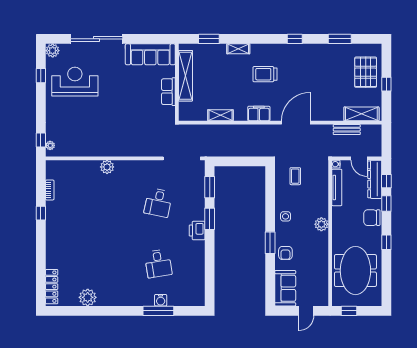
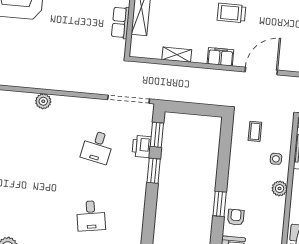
side table: (286, 216) -> (276, 159), moved
printer: (197, 231) -> (142, 146), moved
armchair: (285, 253) -> (236, 217), turned 180

